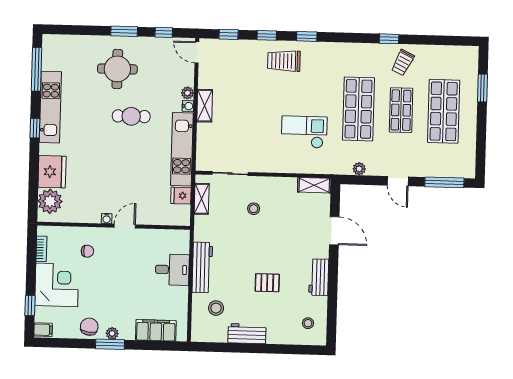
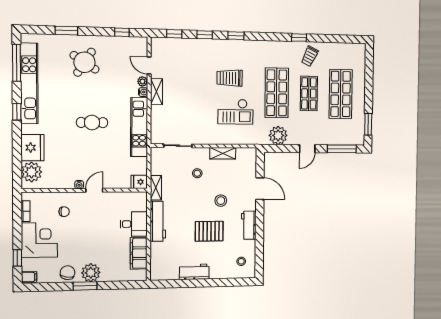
window: (124, 31) -> (66, 31), moved
door: (197, 52) -> (149, 66), moved
trolley: (284, 61) -> (230, 78), moved
round table: (117, 69) -> (84, 62), turned 33
window: (482, 88) -> (368, 124), moved
kitchen unit: (50, 107) -> (29, 83), width x1.36
cafe table: (131, 116) -> (92, 123), moved
checkout: (304, 132) -> (235, 112), turned 180
plant: (359, 169) -> (278, 135), width x1.88, depth x1.88
door: (398, 181) -> (307, 149), hinge flipped
shelving: (314, 185) -> (223, 153), moved
fridge: (181, 196) -> (139, 182), moved
shelving: (202, 199) -> (156, 188), moved
pallet: (267, 283) -> (209, 231), width x1.50, depth x1.42
stool: (216, 308) -> (221, 201), moved
filing cabinet: (156, 330) -> (139, 253), moved, turned -90
plant: (112, 333) -> (91, 273), width x1.88, depth x1.88

